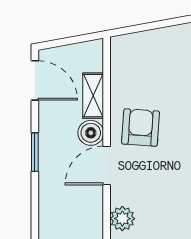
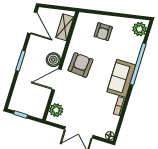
armchair: (162, 58) -> (103, 32), added
shelving: (93, 96) -> (65, 27), moved

